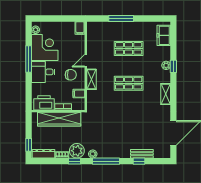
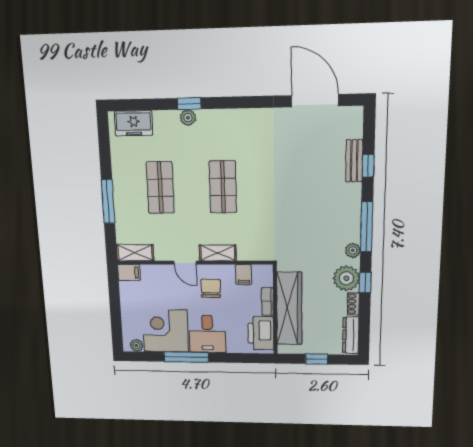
shelving: (166, 94) -> (135, 253), moved
window: (29, 145) -> (317, 359), moved

